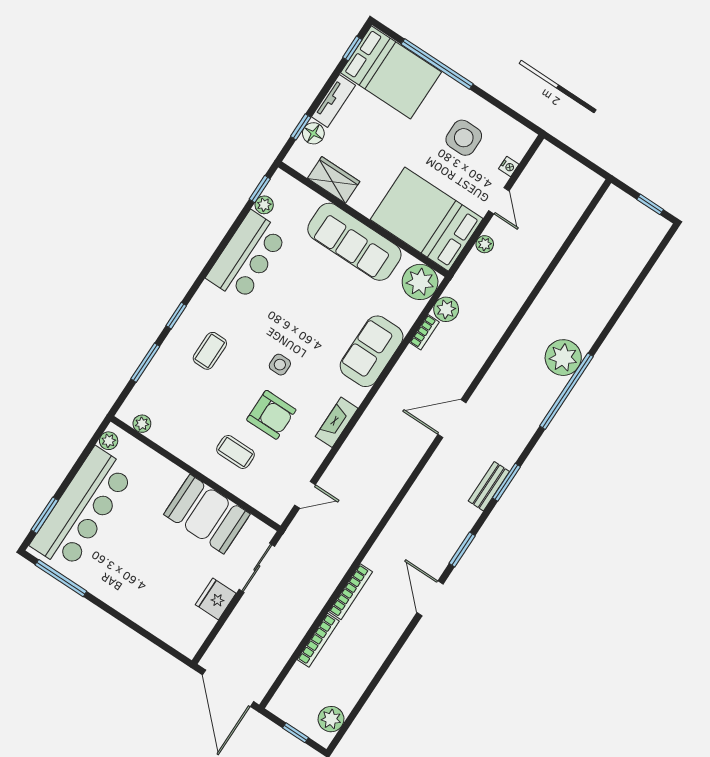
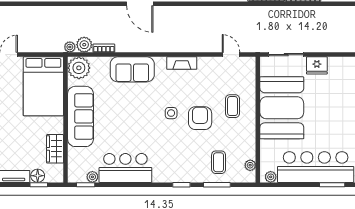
plant: (485, 244) -> (70, 47), moved
coffee table: (210, 351) -> (219, 162), moved, turned 90
armchair: (271, 415) -> (200, 118), moved
booth: (207, 514) -> (282, 108), width x1.36, depth x1.42

